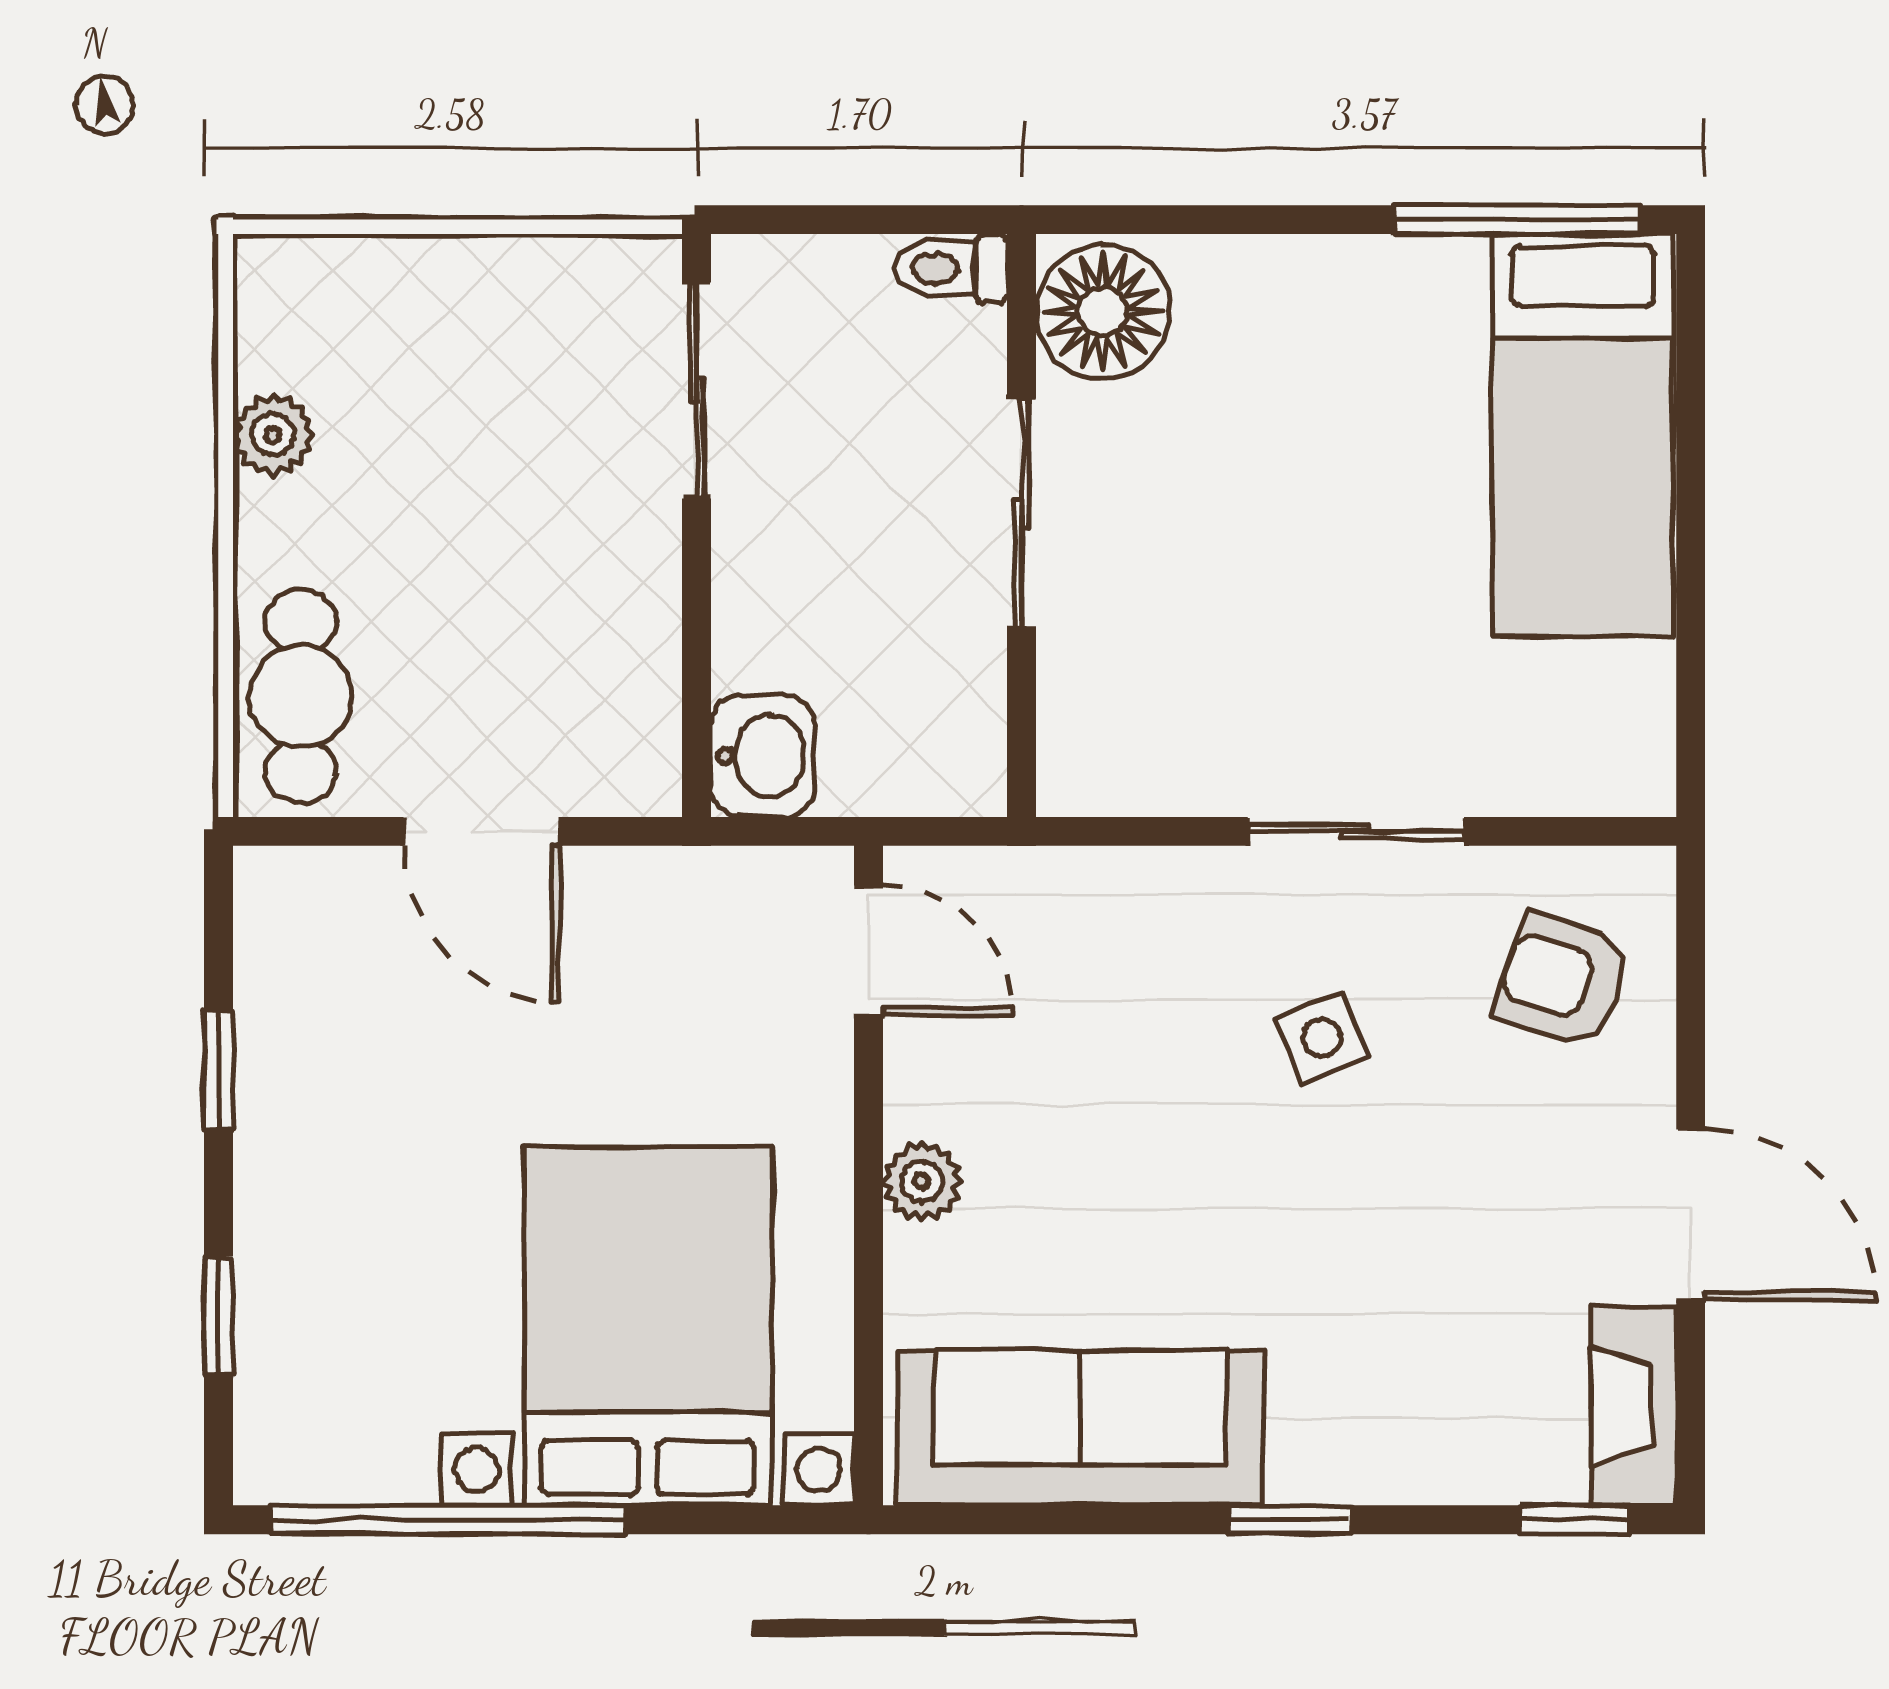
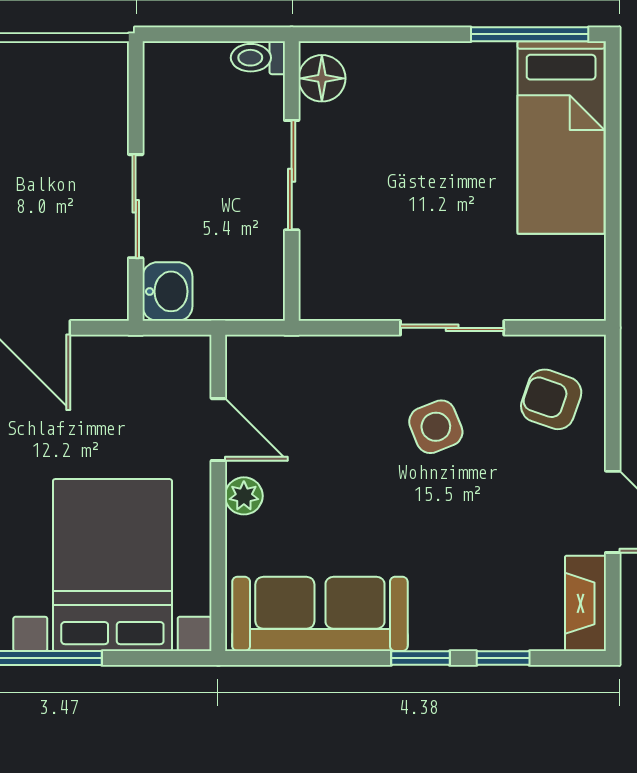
floor lamp: (1103, 311) -> (322, 78), width x0.73, depth x0.73
sliding door: (696, 390) -> (136, 206), moved
door: (869, 951) -> (218, 430), moved
side table: (1322, 1038) -> (436, 427), width x1.37, depth x1.37
window: (1576, 1520) -> (503, 658), moved

